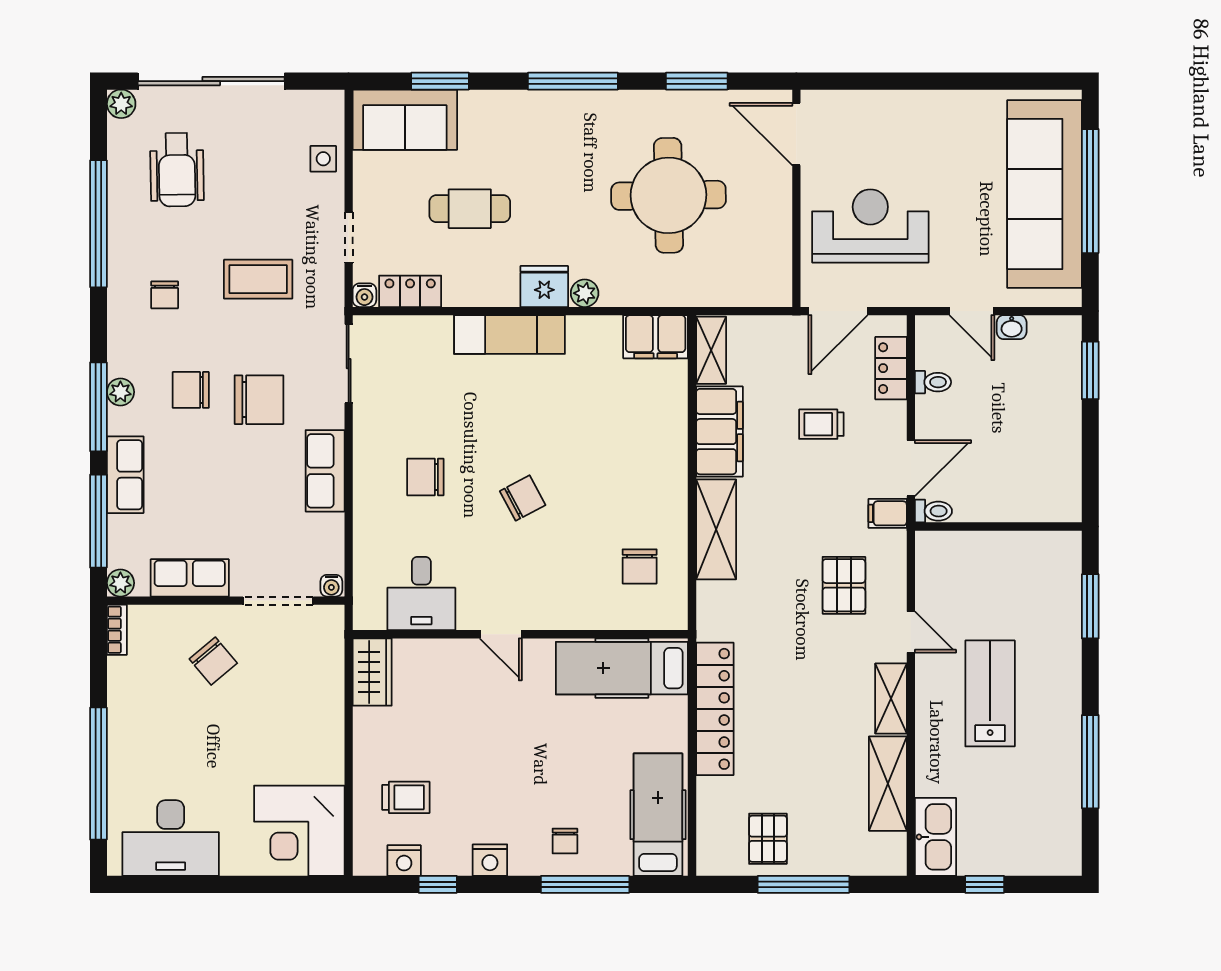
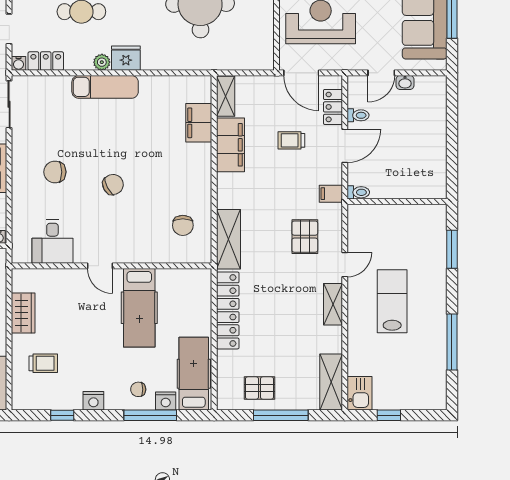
plant: (585, 293) -> (102, 62), moved
door: (838, 311) -> (301, 73), hinge flipped
door: (972, 311) -> (381, 73), hinge flipped
filing cabinet: (656, 337) -> (199, 123), moved, turned 90
window: (1090, 370) -> (452, 108), removed
door: (911, 468) -> (345, 146), moved
shelving: (716, 529) -> (228, 239), moved
door: (911, 632) -> (345, 265), hinge flipped
hospital bed: (622, 668) -> (139, 308), moved, turned -90
wardrobe: (372, 672) -> (23, 313), moved
shelving: (888, 784) -> (331, 382), moved
kitchen sink: (935, 837) -> (360, 393), width x0.73
pallet: (768, 839) -> (259, 388), turned 90
chair: (565, 841) -> (138, 389), turned 90
nightstand: (404, 861) -> (166, 401), moved

